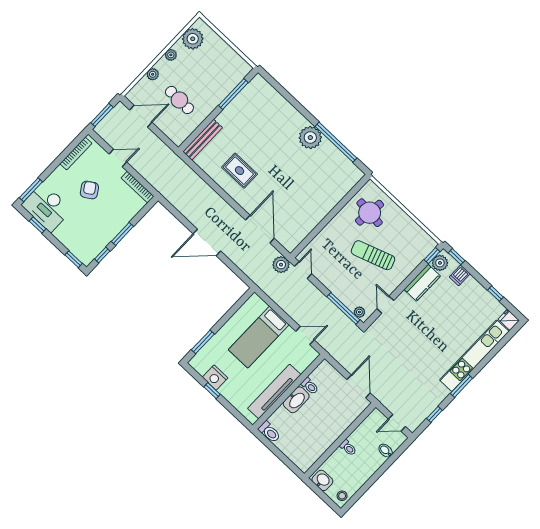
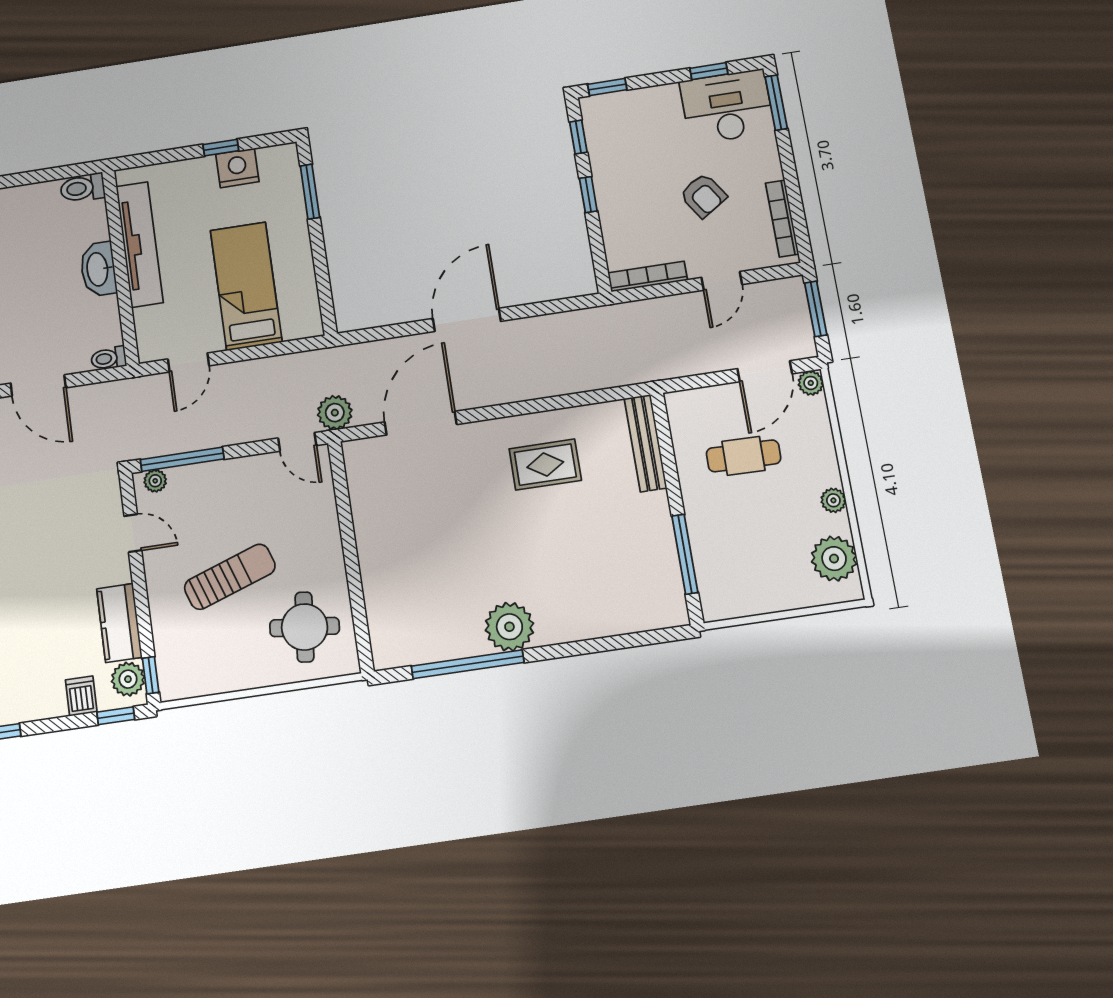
plant: (153, 74) -> (811, 383), moved
door: (260, 229) -> (421, 423), swing flipped
window: (122, 234) -> (588, 195), width x0.67
toilet: (310, 386) -> (109, 358), moved

